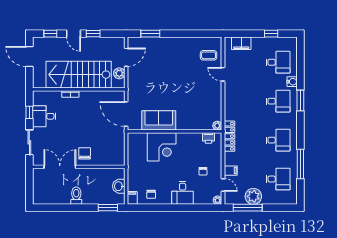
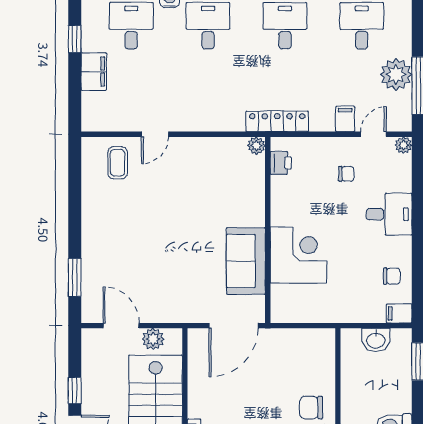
filing cabinet: (241, 43) -> (94, 72), moved

